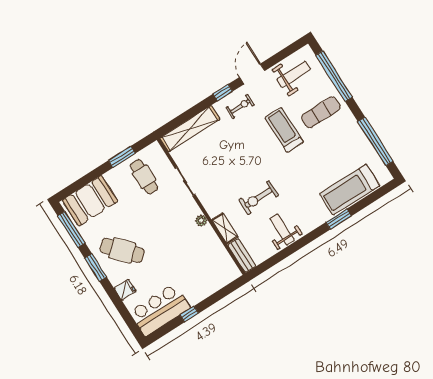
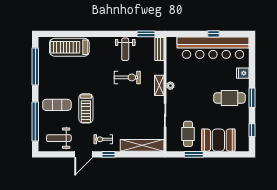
treadmill: (350, 190) -> (69, 47), turned 180
booth: (90, 201) -> (218, 140), moved
window: (339, 219) -> (146, 34), moved
shelving: (225, 228) -> (159, 85), moved
window: (71, 229) -> (252, 130), width x0.46
cafe table: (122, 250) -> (229, 98), turned -48
bar counter: (160, 310) -> (213, 48), width x1.86

